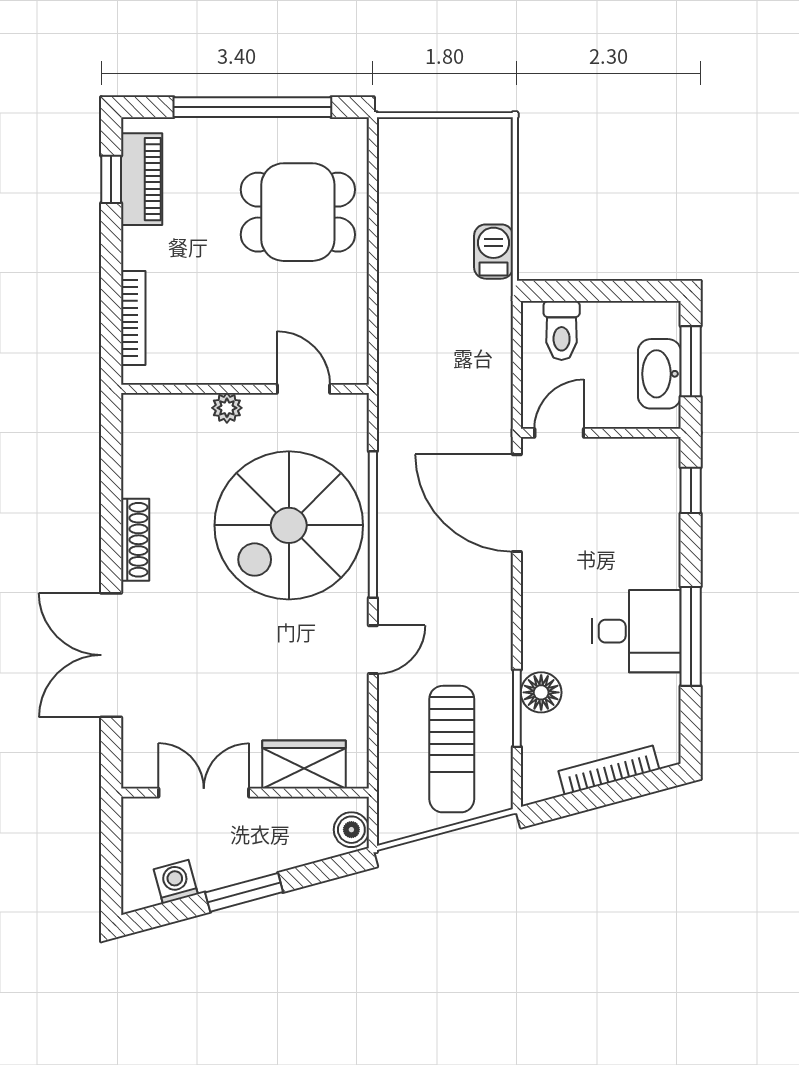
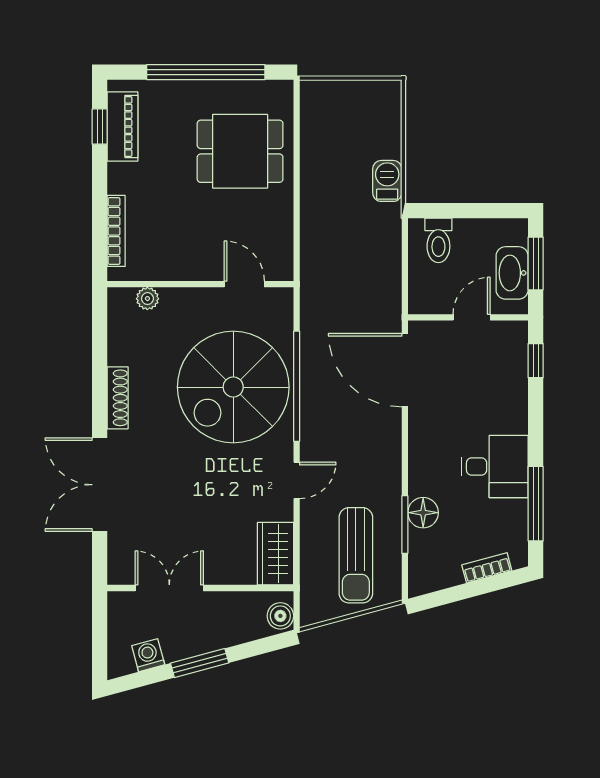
plant: (227, 408) -> (147, 299), moved
door: (559, 433) -> (472, 317), moved
window: (691, 636) -> (536, 504), moved
wardrobe: (304, 764) -> (275, 554), moved, turned -90
bookcase: (609, 770) -> (487, 568), width x0.64

